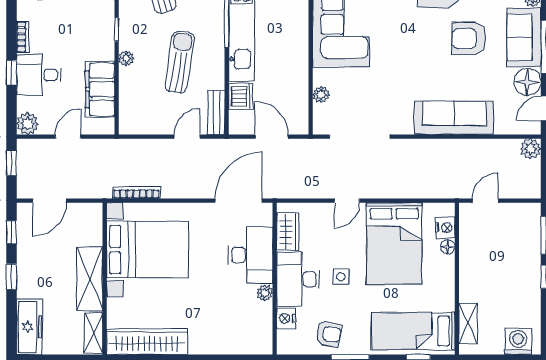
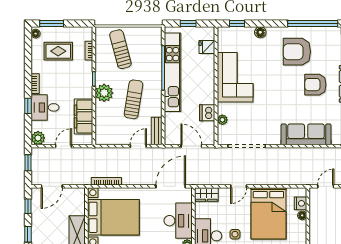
plant: (126, 58) -> (104, 93), width x1.88, depth x1.88
dishwasher: (241, 96) -> (207, 113), moved, turned 180
wardrobe: (288, 232) -> (206, 194), moved, turned 90

